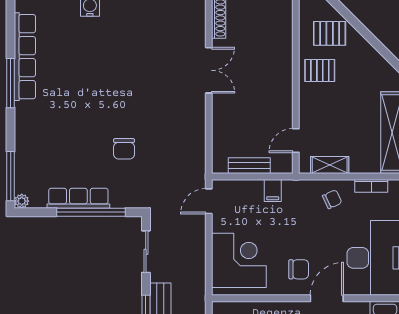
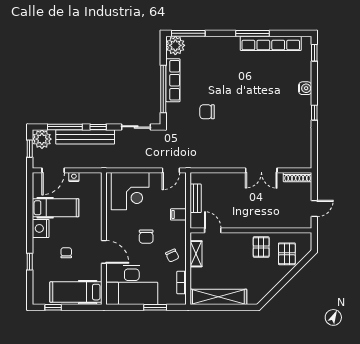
plant: (22, 201) -> (175, 45), width x1.88, depth x1.88
door: (209, 201) -> (171, 170), swing flipped
chair: (299, 269) -> (146, 237), moved

